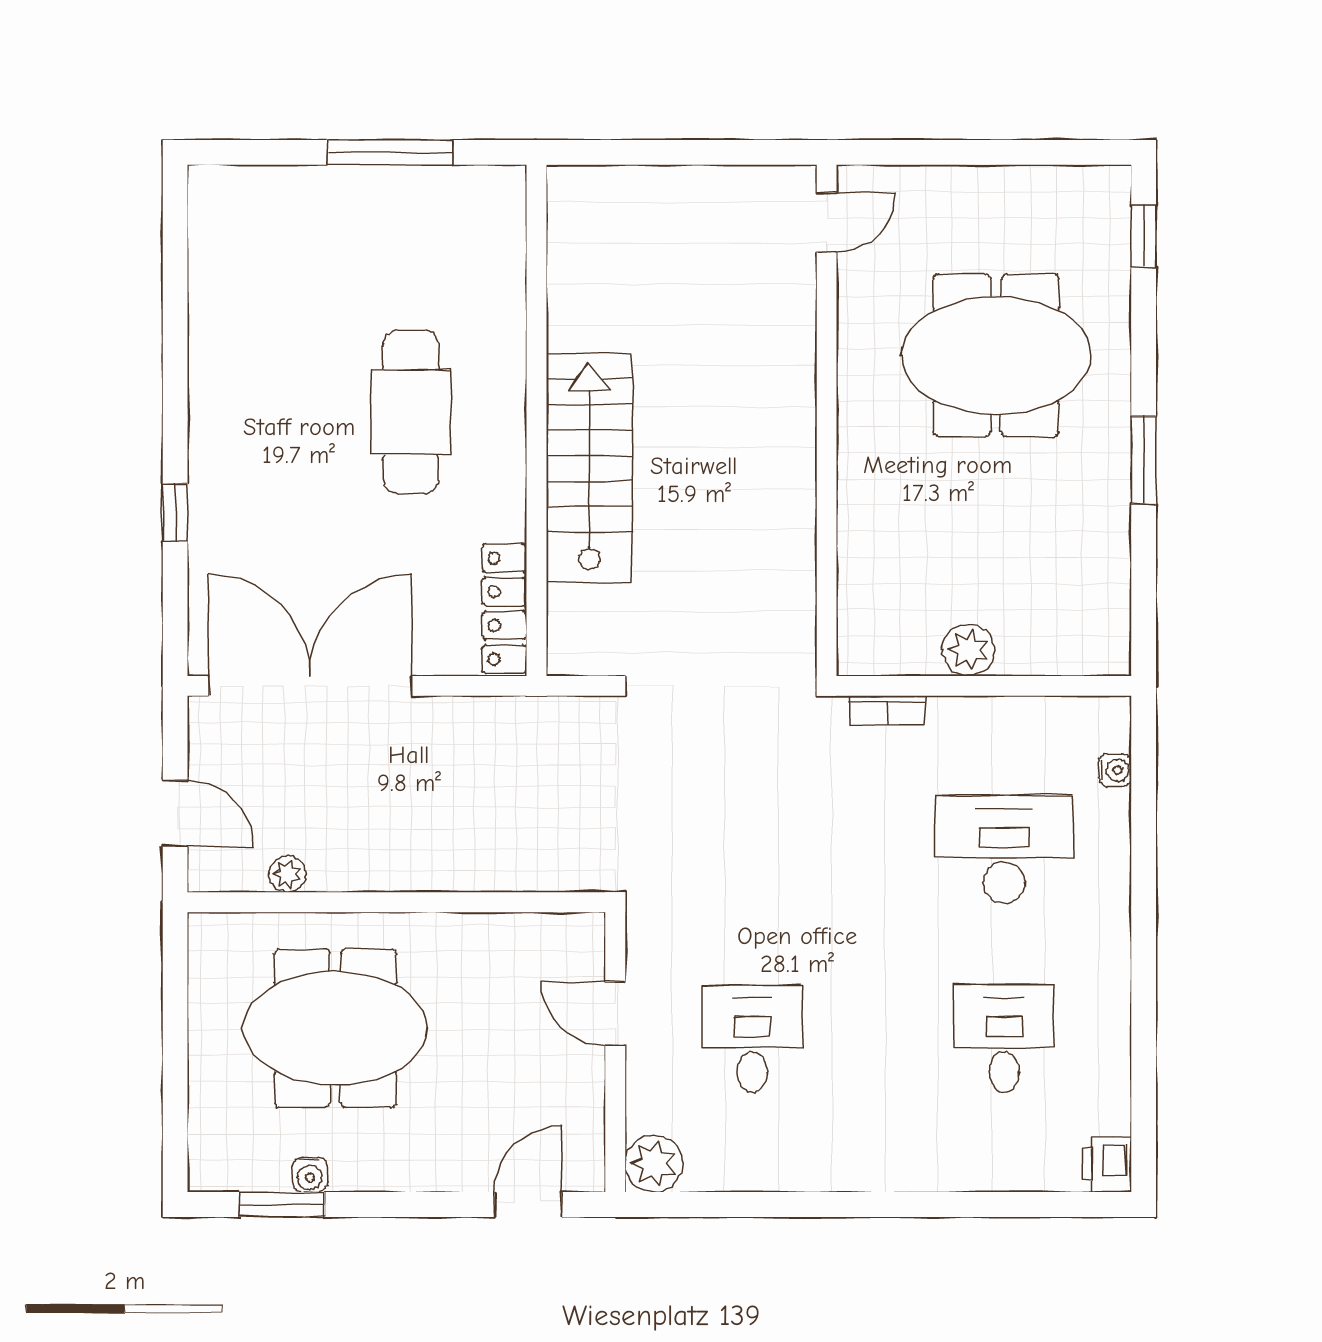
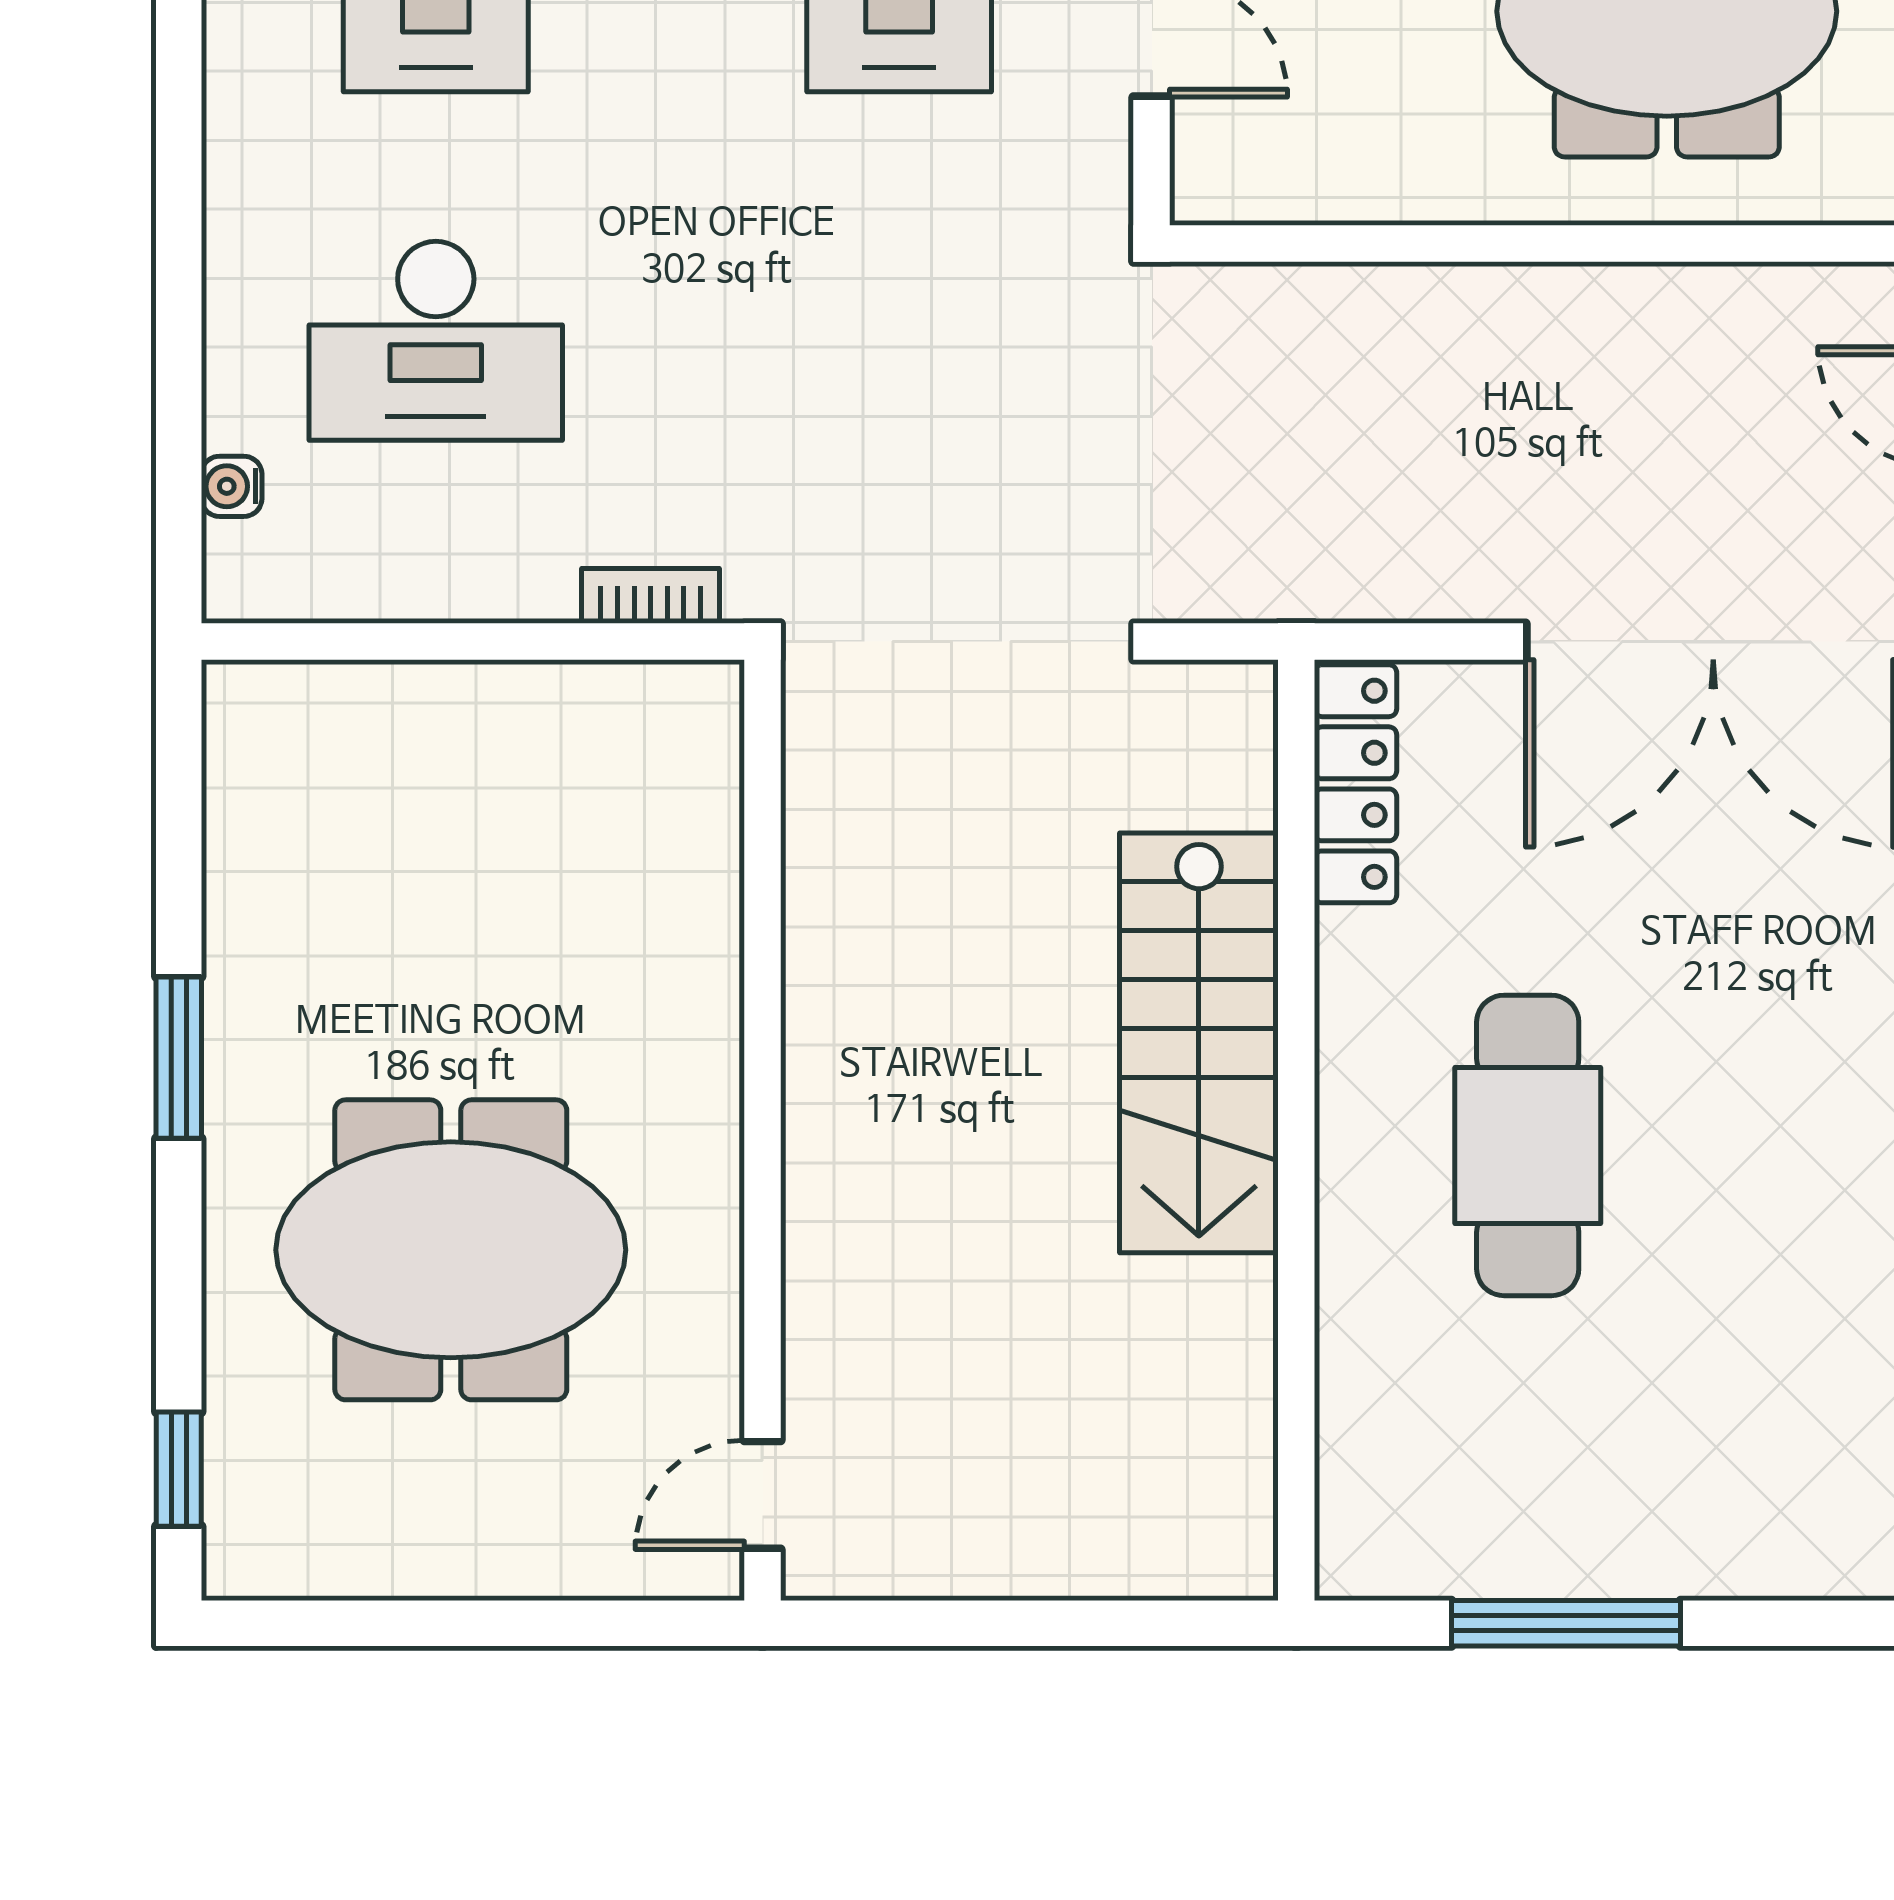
plant: (968, 650) -> (501, 708), removed
plant: (287, 874) -> (1755, 295), removed

